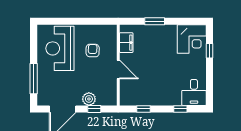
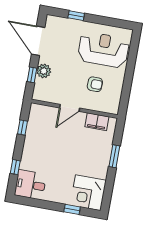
window: (34, 79) -> (76, 16), width x0.46

